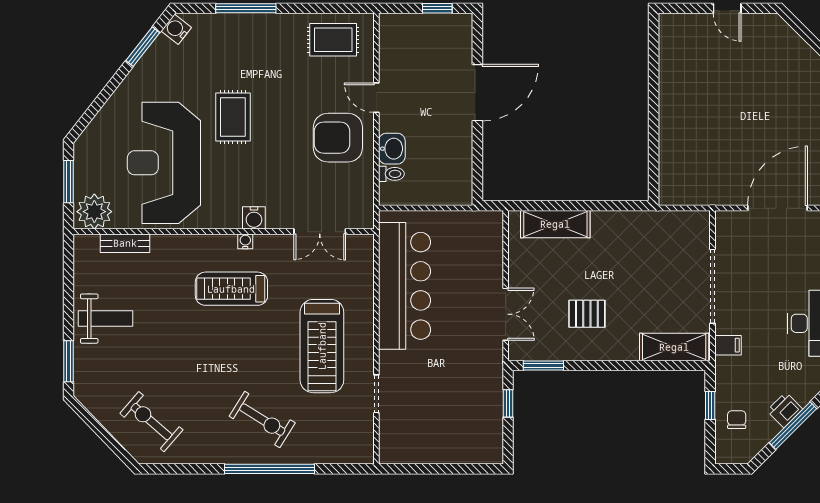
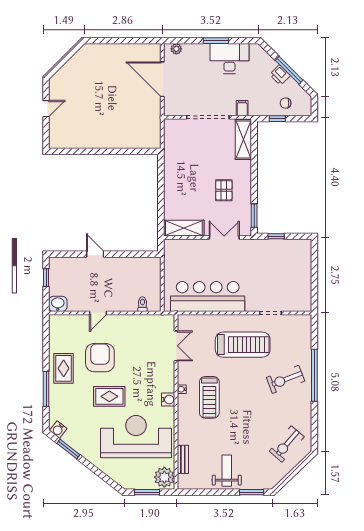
rug: (333, 40) -> (64, 368), moved
door: (477, 93) -> (95, 254), width x0.53
armchair: (338, 138) -> (100, 358), moved, turned 180
washbasin: (392, 149) -> (58, 304), moved
reception desk: (164, 163) -> (136, 437), turned 180
water cooler: (254, 218) -> (168, 400), moved
shelving: (555, 224) -> (184, 228), moved, turned 90
exercise bike: (262, 420) -> (286, 379), turned -143

